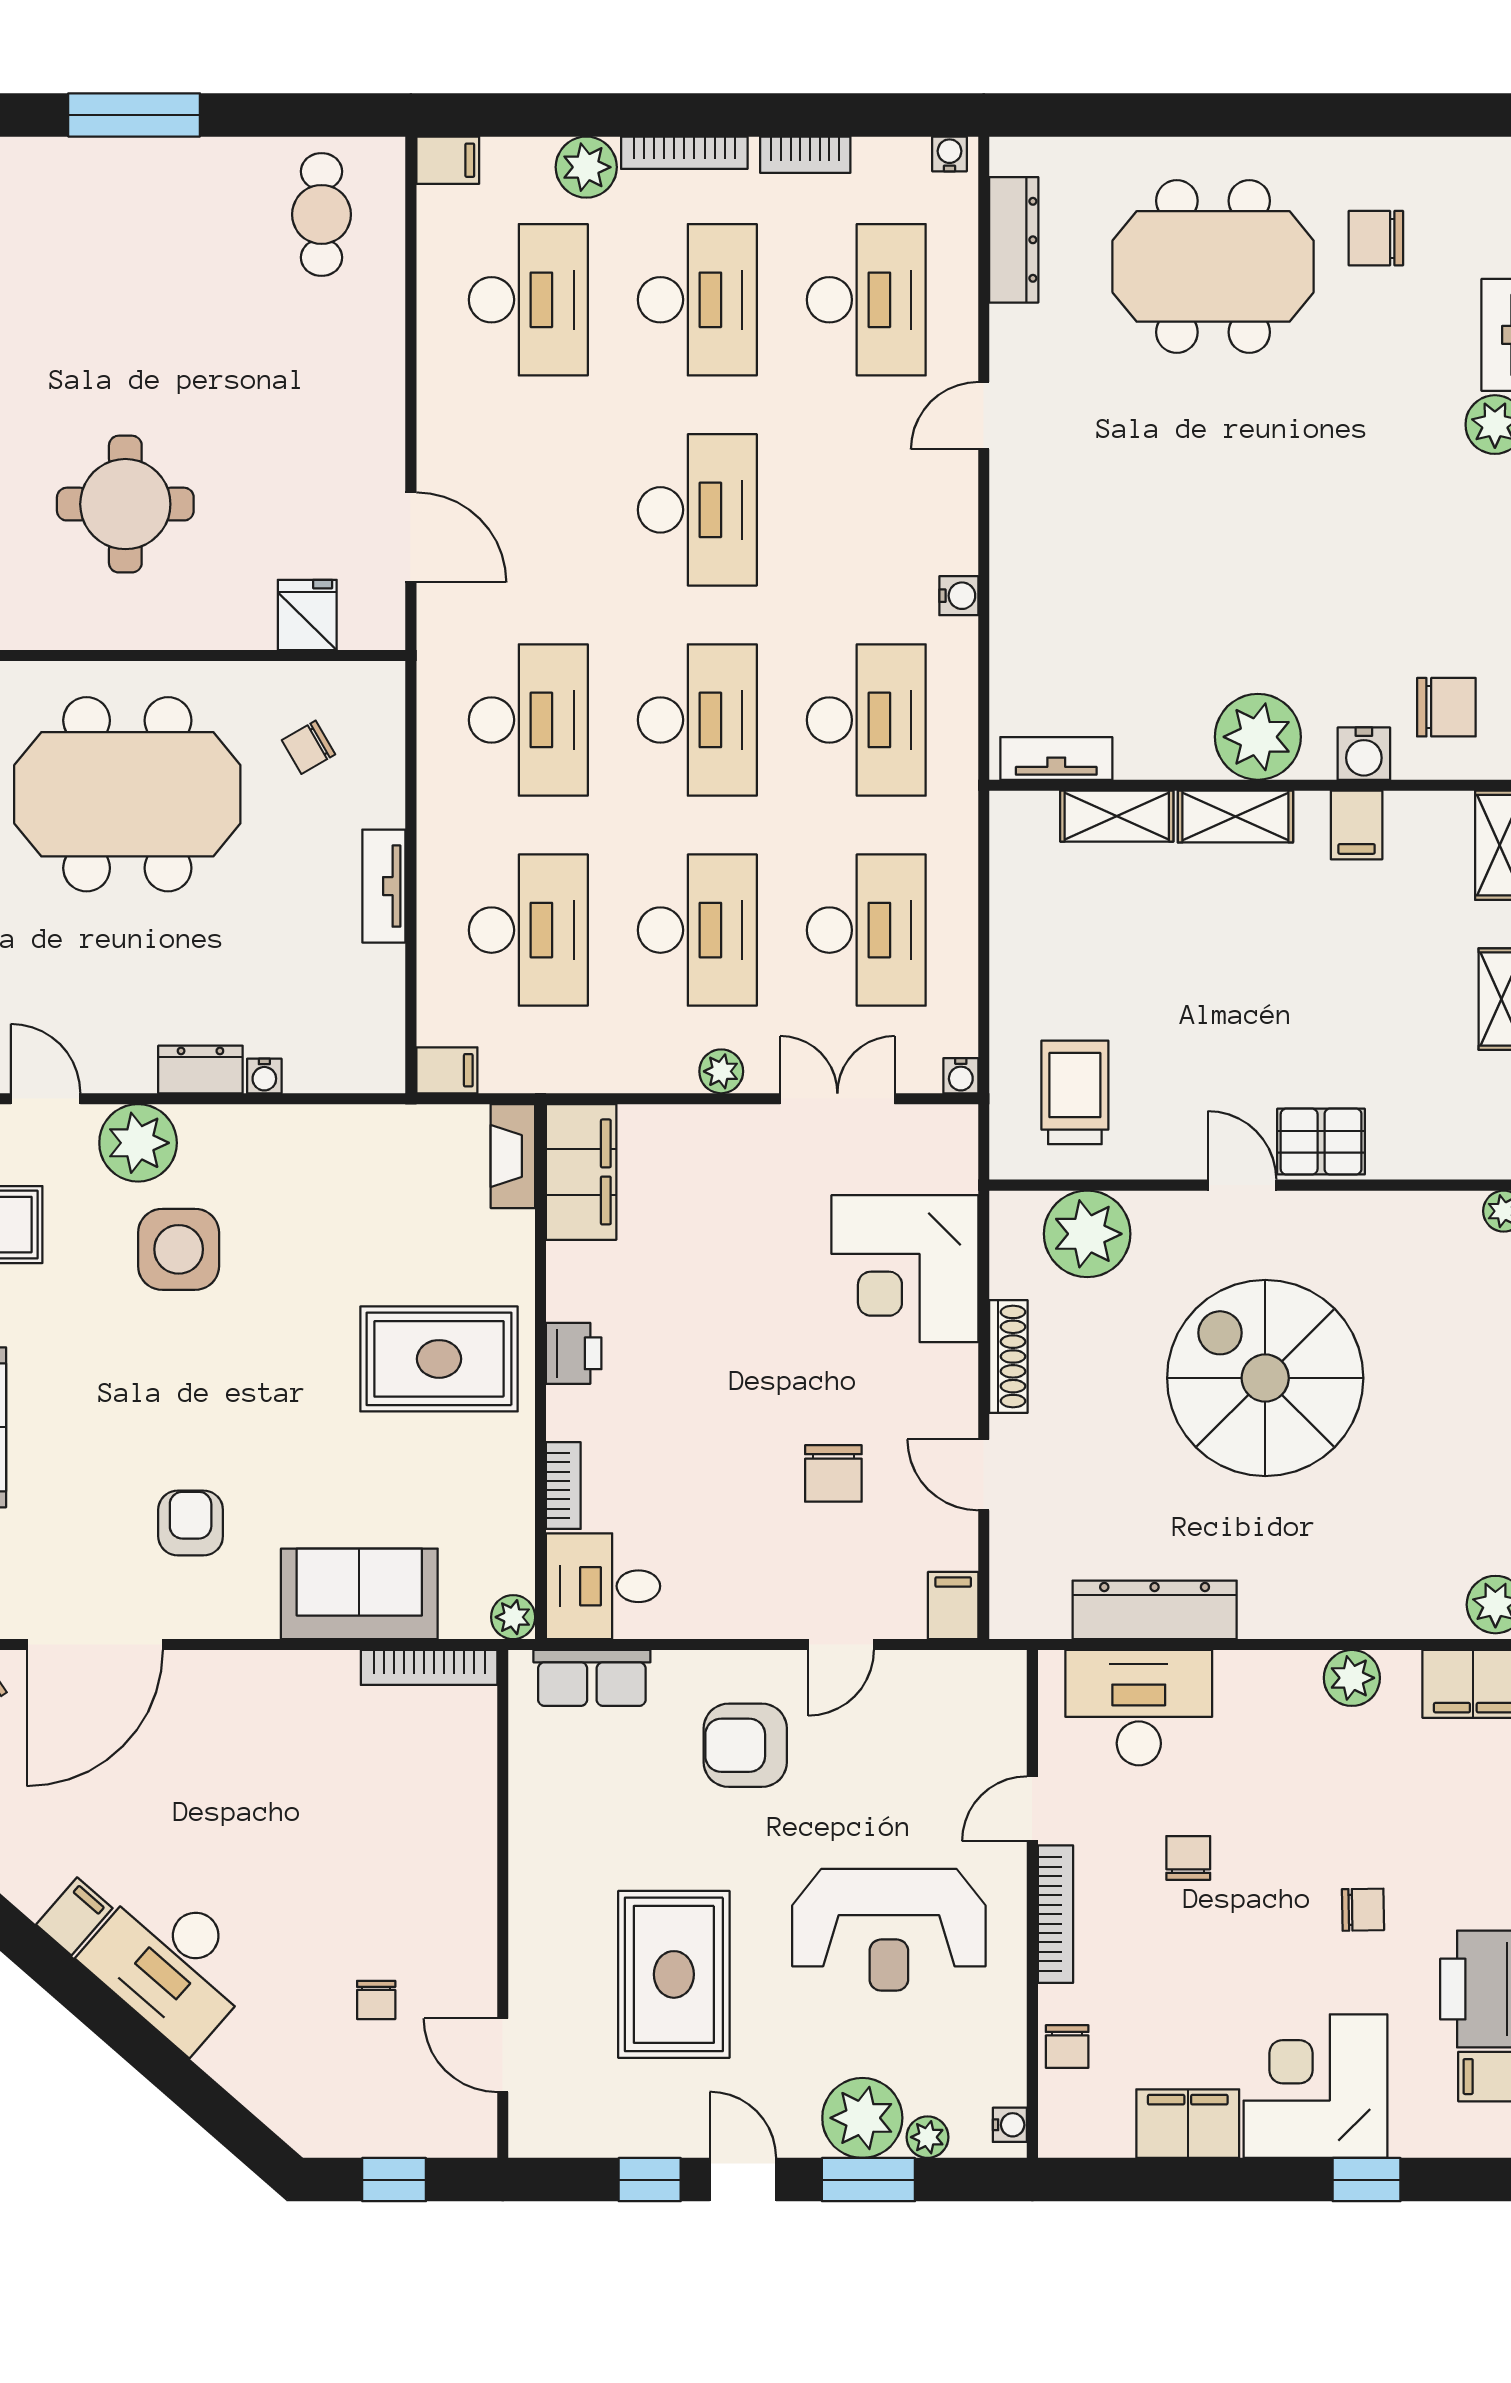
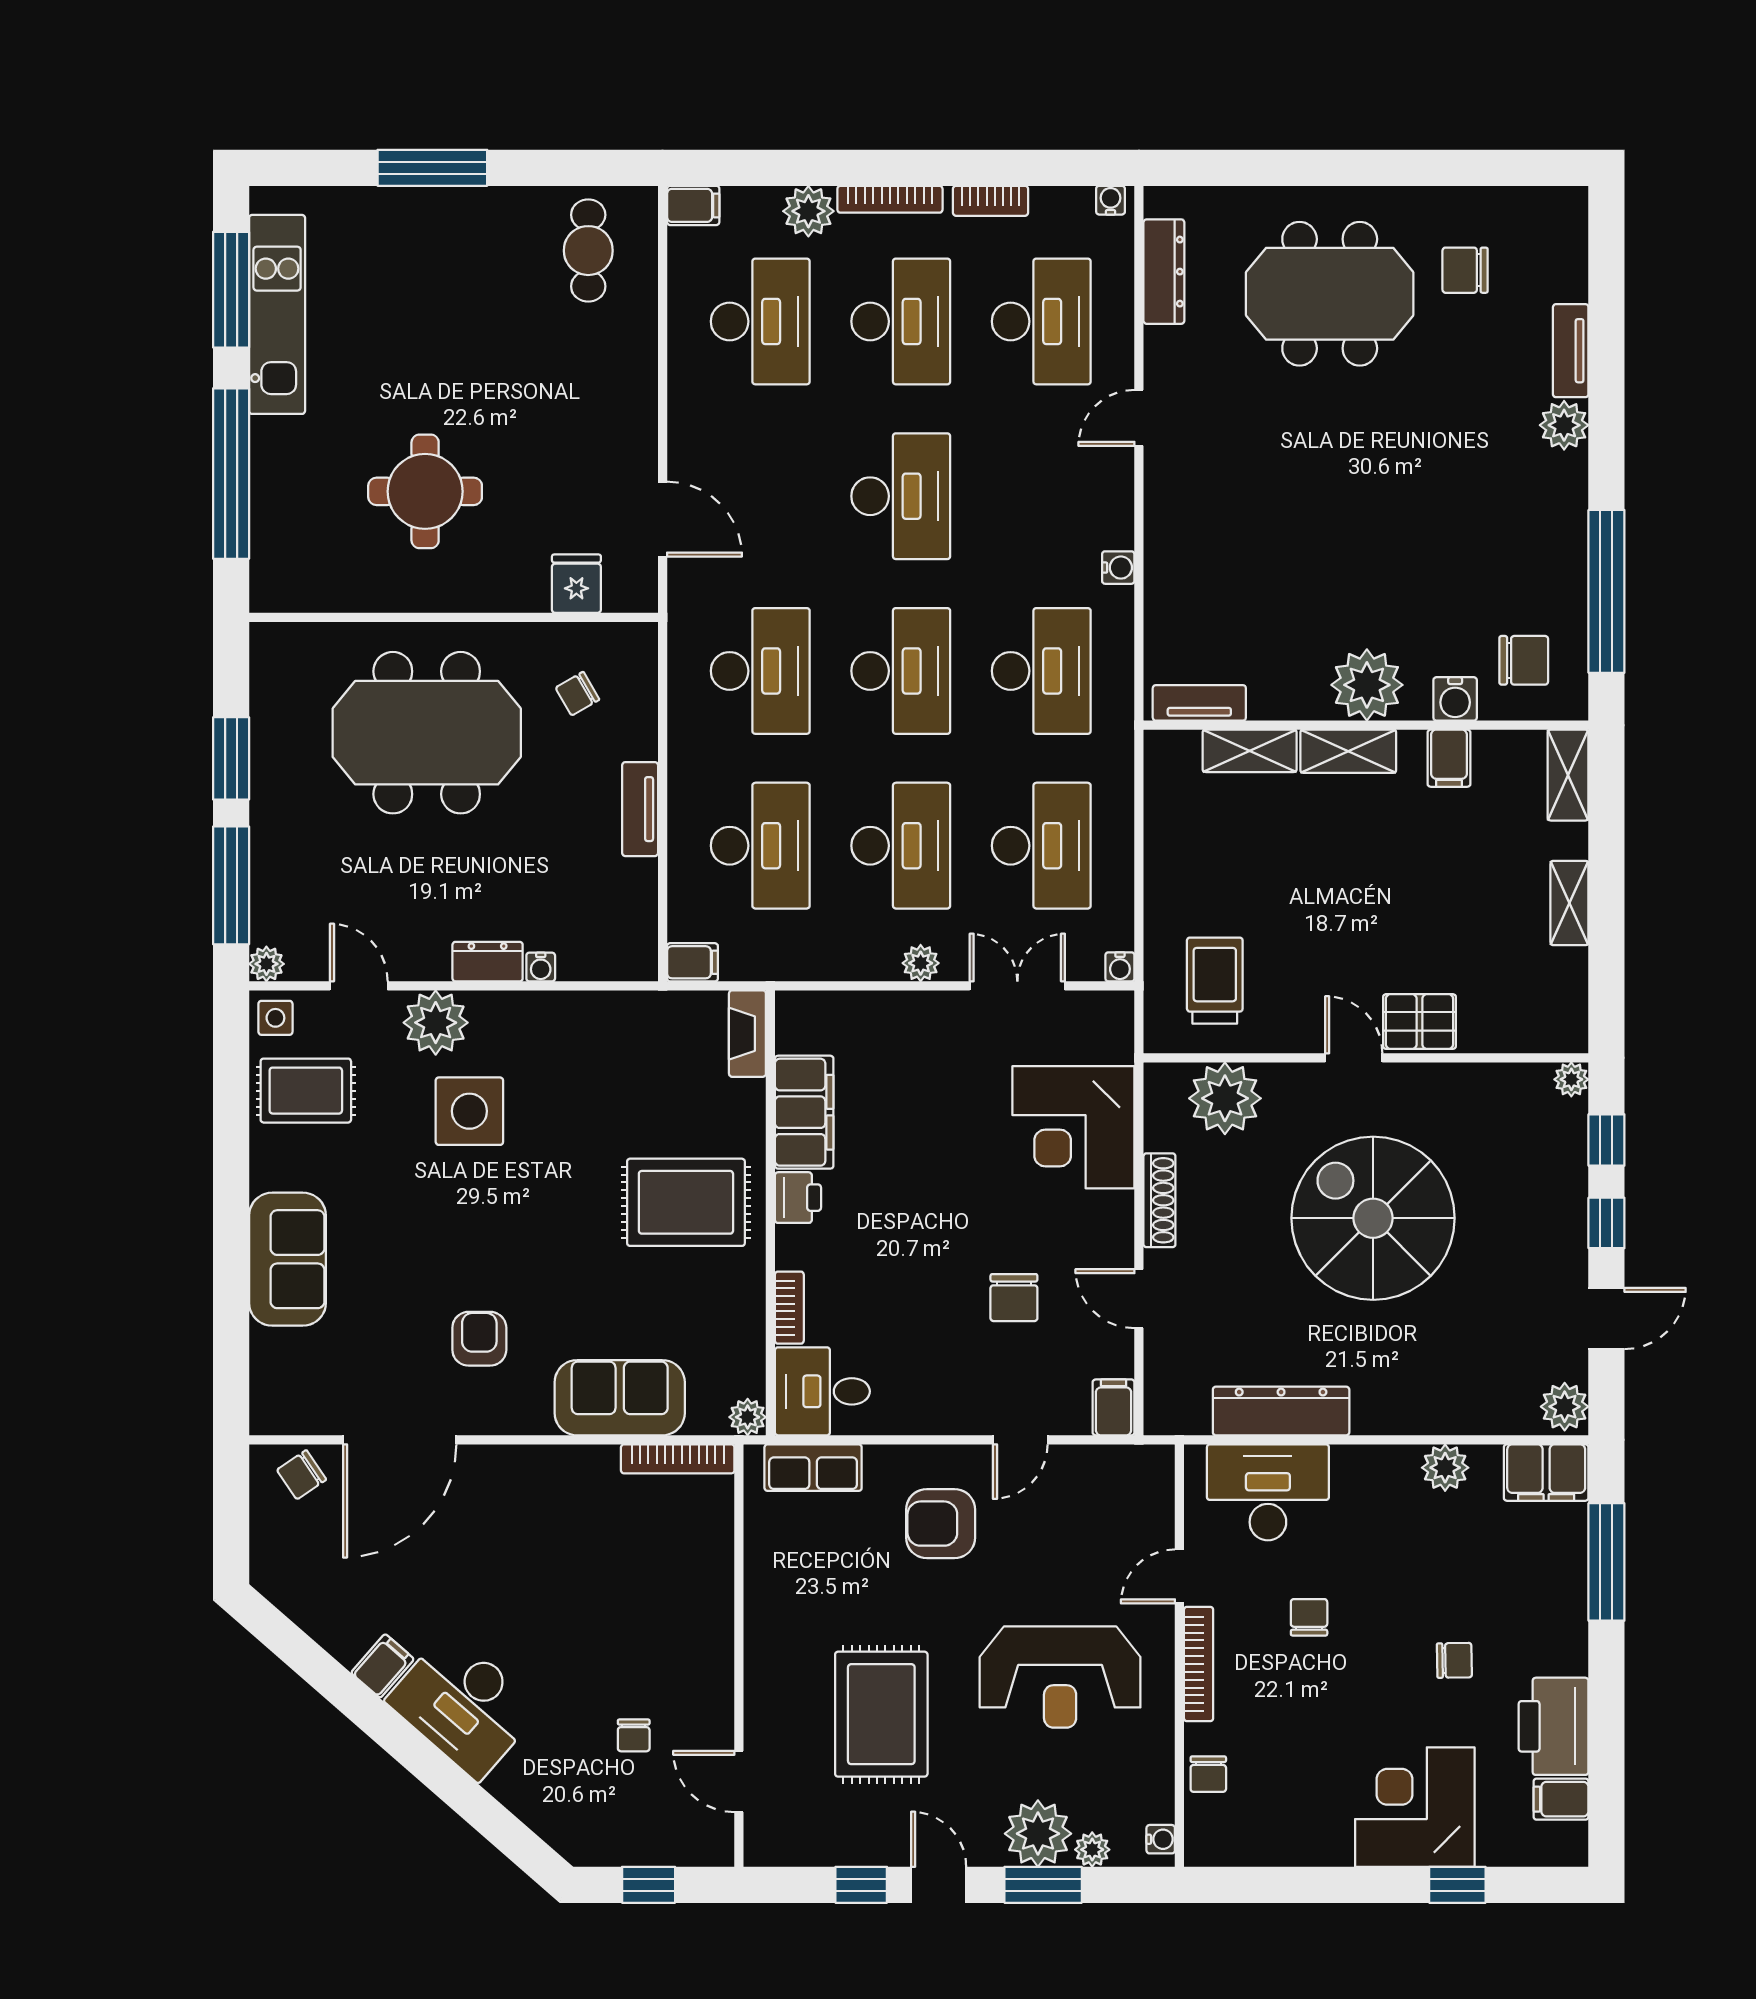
filing cabinet: (581, 1172) -> (804, 1112), moved
filing cabinet: (1188, 2124) -> (1309, 1838), removed

